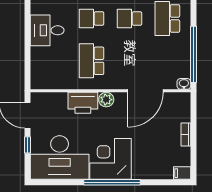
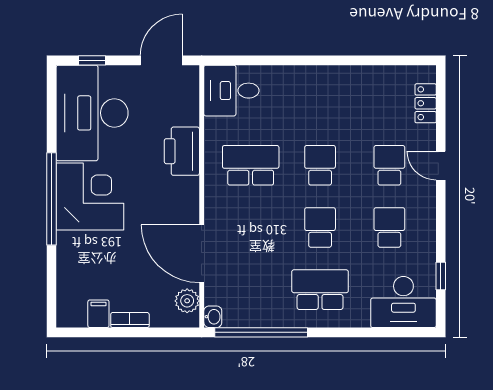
desk: (47, 30) -> (231, 91), moved, turned -90
plant: (106, 100) -> (187, 301), moved
window: (27, 145) -> (92, 60), moved
filing cabinet: (182, 173) -> (98, 314), moved

